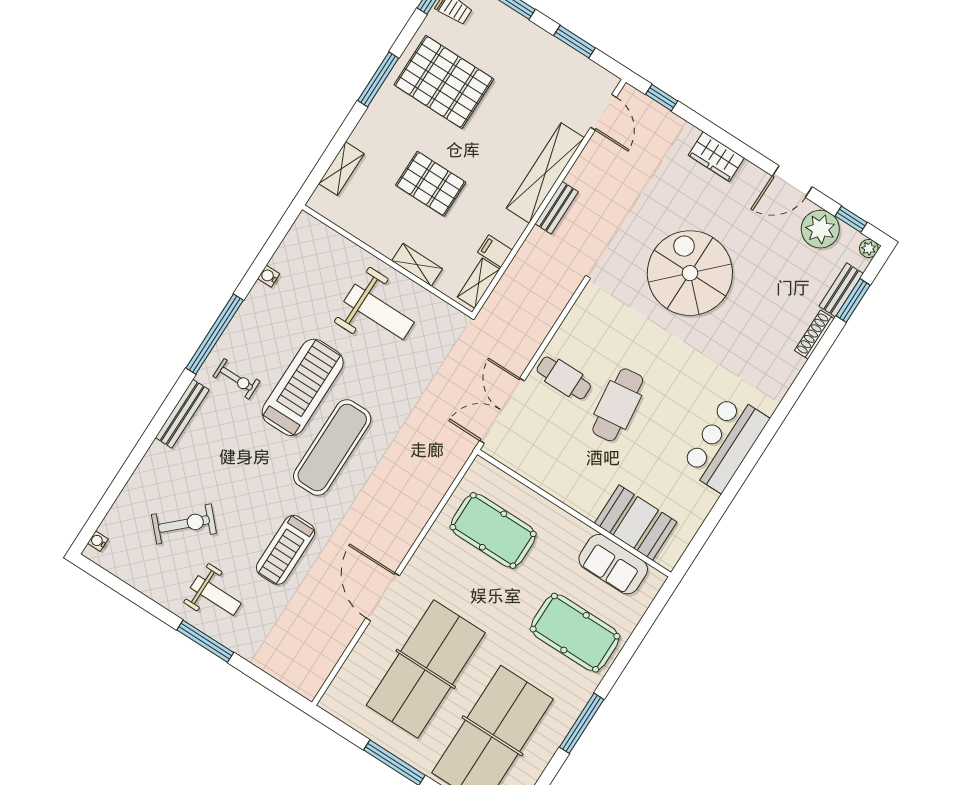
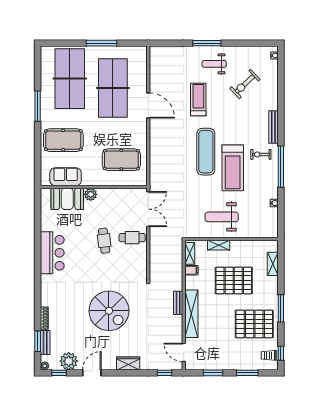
pallet: (431, 184) -> (234, 280), width x1.37, depth x1.41
cafe table: (618, 405) -> (104, 241), width x0.73, depth x0.74
plant: (589, 504) -> (91, 194), added

